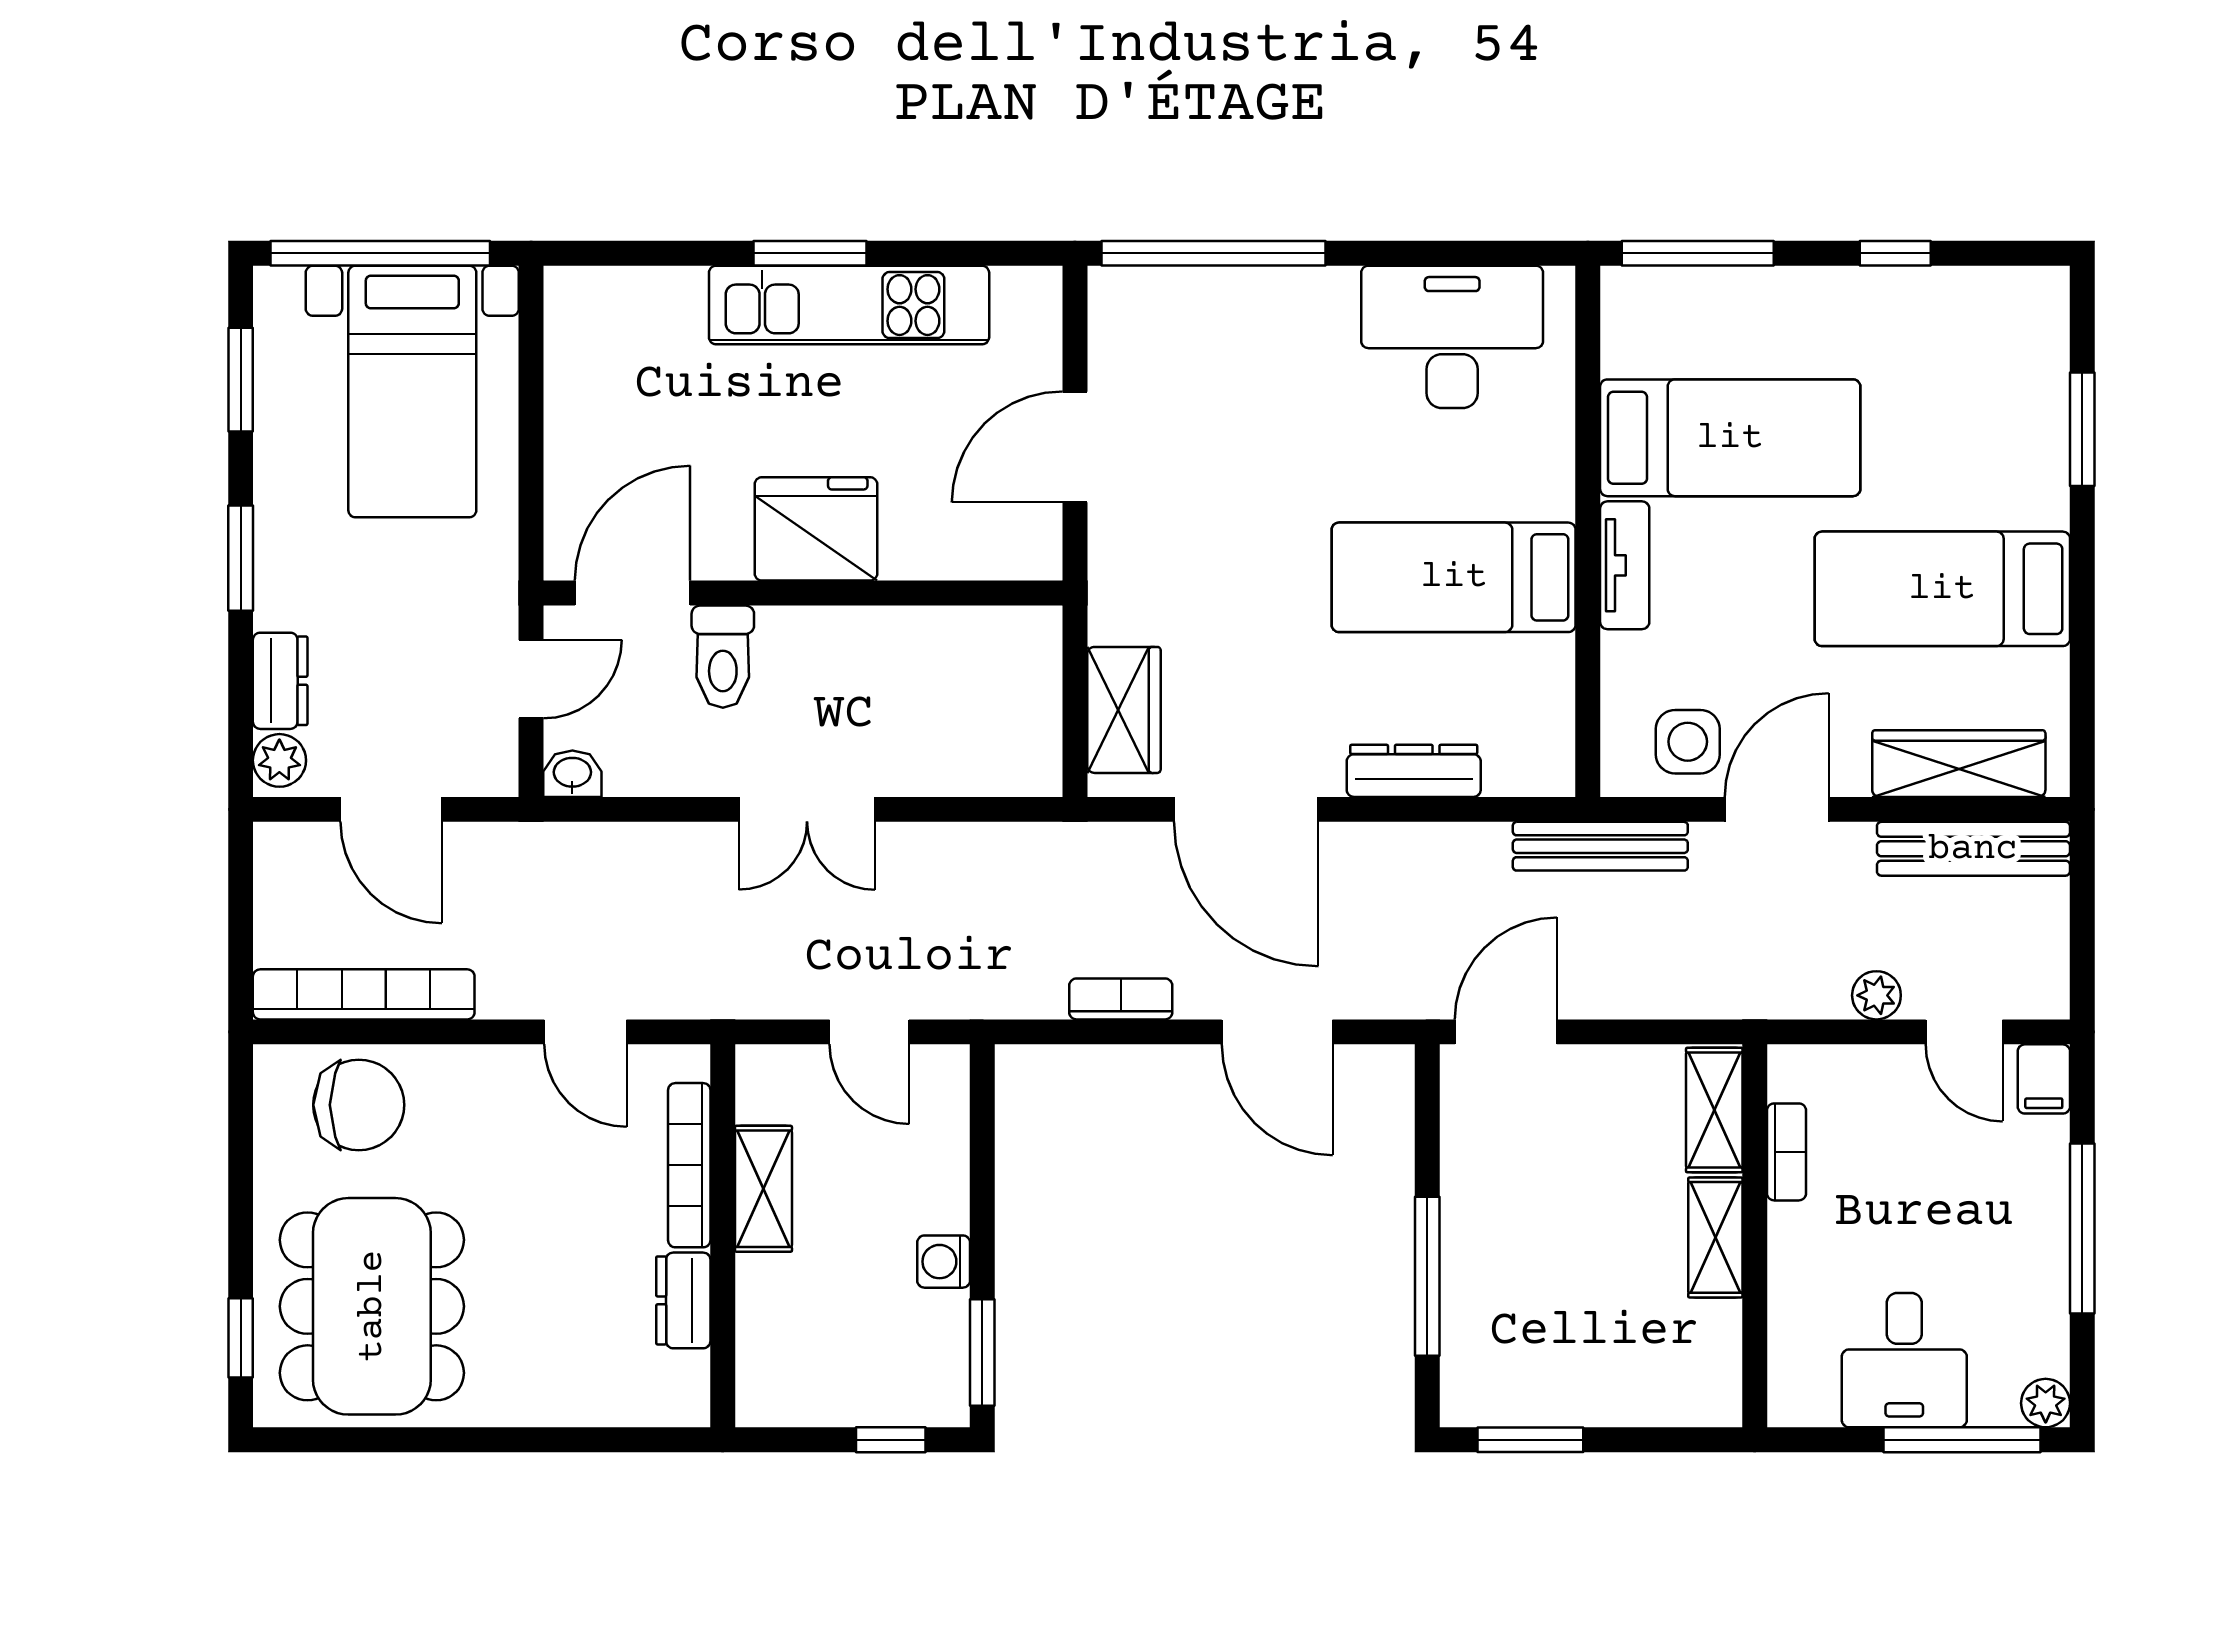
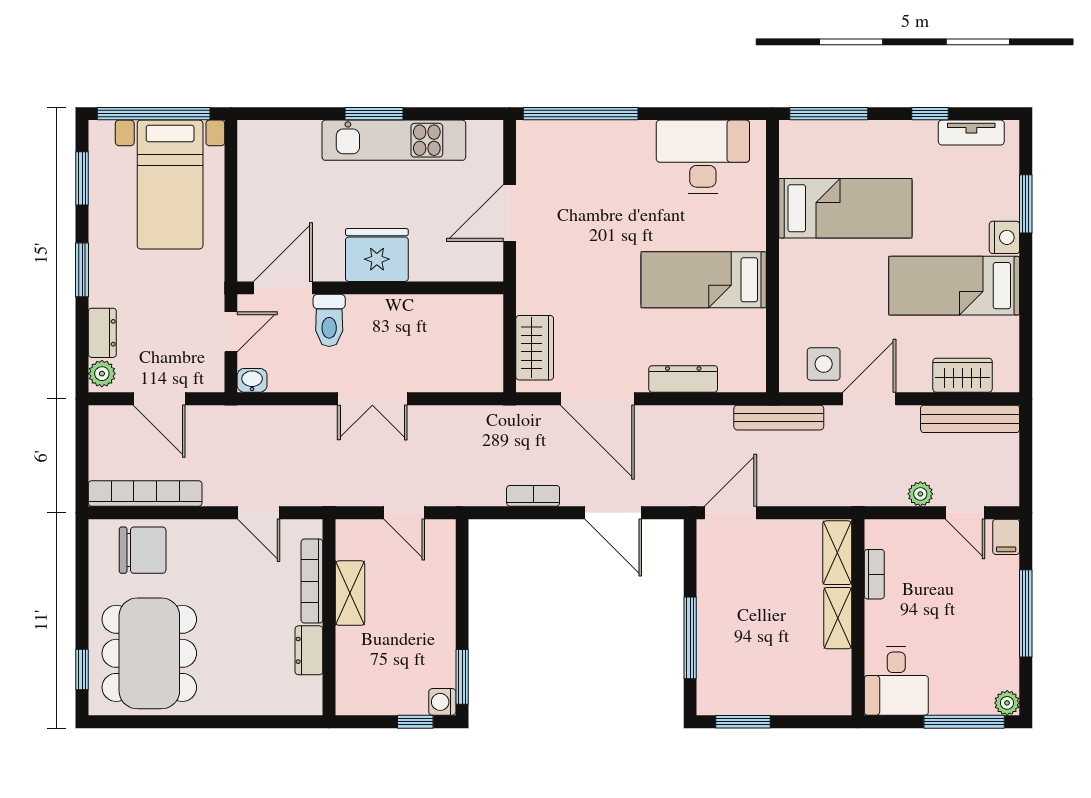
nightstand: (2041, 495) -> (1004, 237), added
tv unit: (1625, 565) -> (971, 133), moved, turned 90
wardrobe: (1959, 764) -> (963, 375), width x0.67
washing machine: (944, 1262) -> (442, 702), moved
desk: (1904, 1360) -> (896, 681), moved

